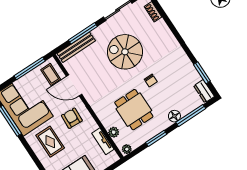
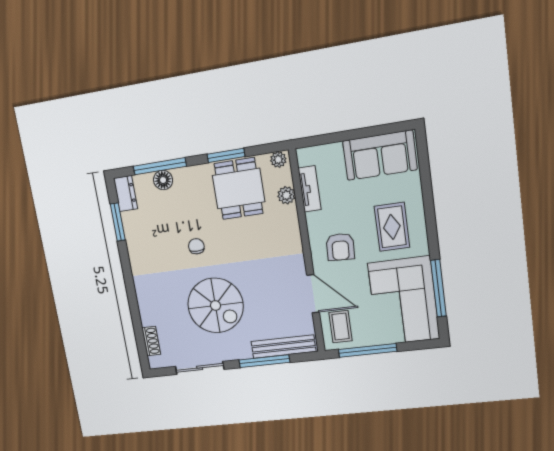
dining table: (134, 110) -> (239, 189), moved
floor lamp: (174, 116) -> (163, 180), moved

